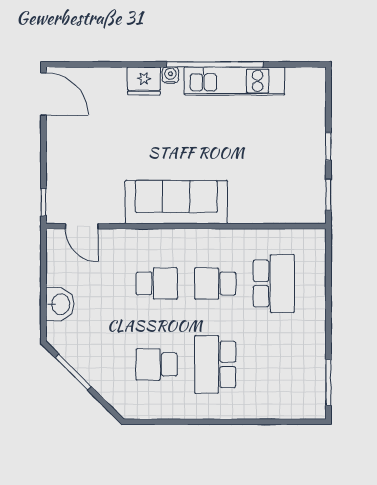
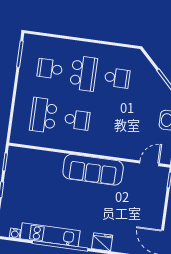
water cooler: (170, 75) -> (15, 233), moved
door: (82, 226) -> (149, 163), hinge flipped
school desk: (157, 284) -> (50, 69), moved

